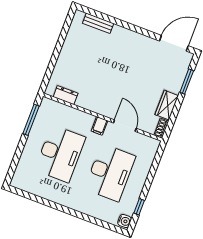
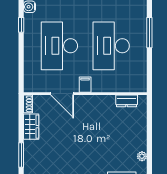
plant: (71, 36) -> (142, 156), added
window: (31, 120) -> (149, 33), moved

